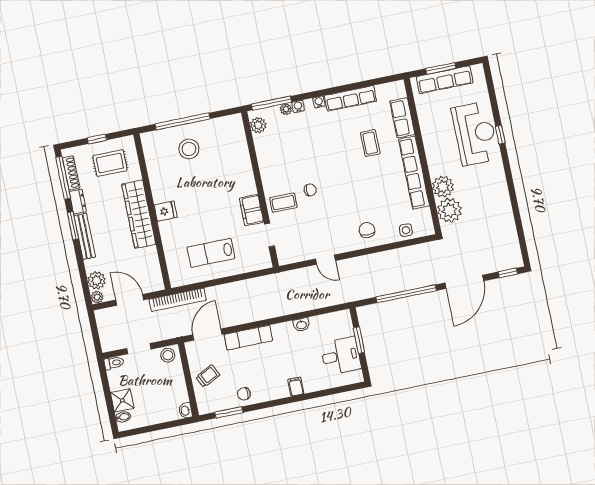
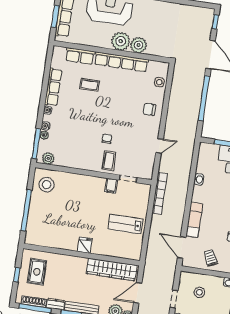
stool: (189, 149) -> (47, 185), moved
filing cabinet: (251, 210) -> (111, 186), width x0.50
plant: (449, 210) -> (121, 41), moved
wardrobe: (139, 214) -> (112, 269), moved
lab bench: (211, 253) -> (125, 224), turned 90
bookcase: (178, 300) -> (160, 193), moved
stool: (168, 355) -> (199, 292), moved

